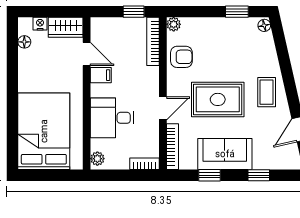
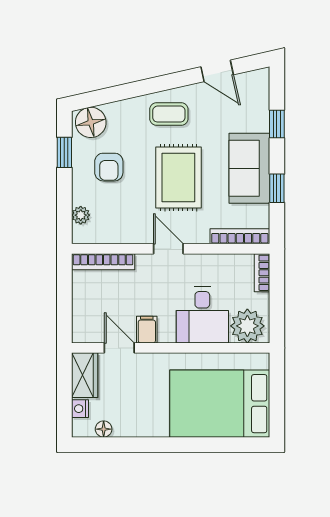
window: (134, 12) -> (64, 287), removed
plant: (174, 24) -> (81, 215), moved
floor lamp: (264, 25) -> (91, 122), width x1.89, depth x1.89
door: (87, 54) -> (119, 348), hinge flipped
armchair: (181, 57) -> (109, 167), moved, turned 180
door: (163, 108) -> (168, 249), moved
plant: (97, 159) -> (247, 326), width x1.87, depth x1.87

